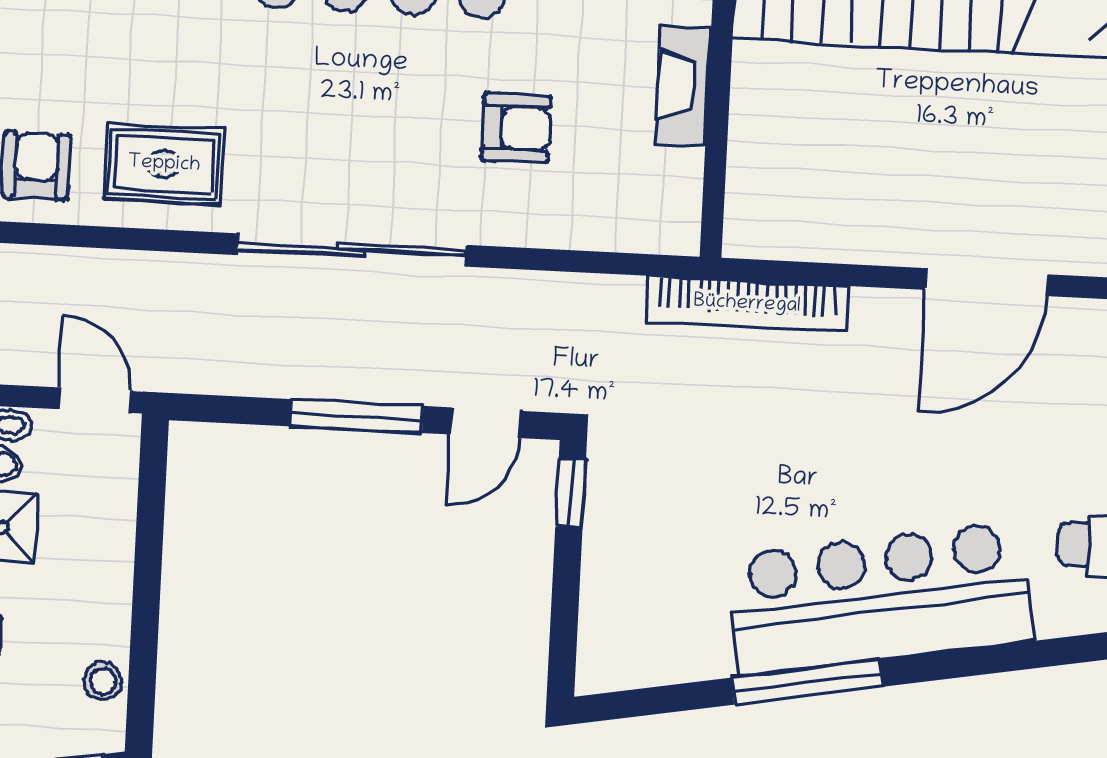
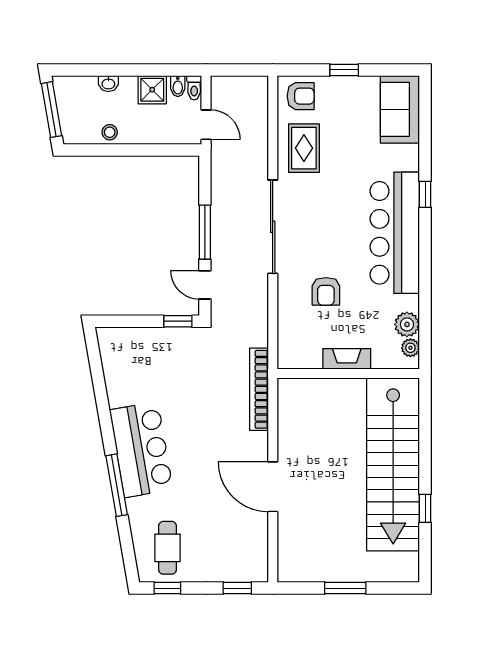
door: (94, 400) -> (206, 125), hinge flipped
bar counter: (880, 599) -> (141, 450), width x0.73
stool: (103, 681) -> (110, 132), moved
window: (807, 682) -> (117, 485), moved

